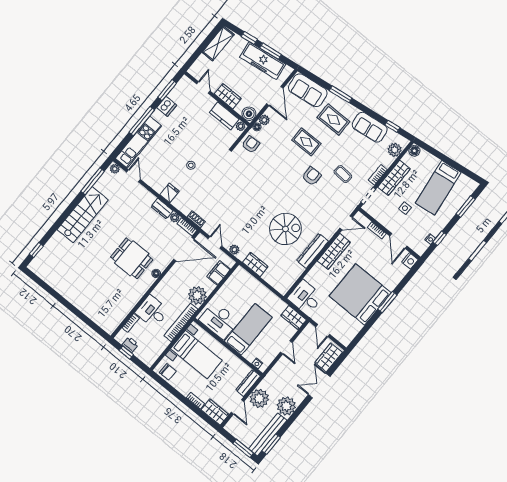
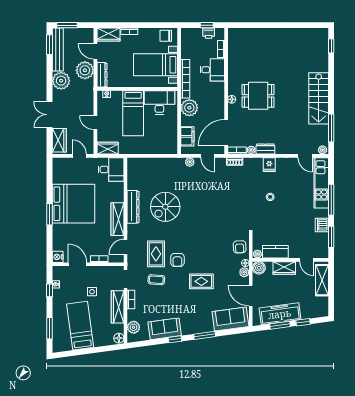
shelving: (218, 43) -> (322, 280), moved
rug: (333, 120) -> (156, 254), moved, turned 90
window: (392, 126) -> (175, 339), moved
wardrobe: (255, 265) -> (166, 164), removed
double door: (319, 385) -> (50, 115), swing flipped

